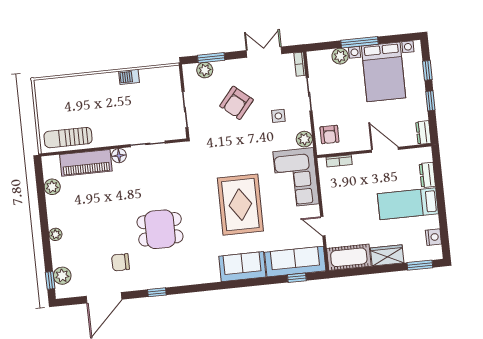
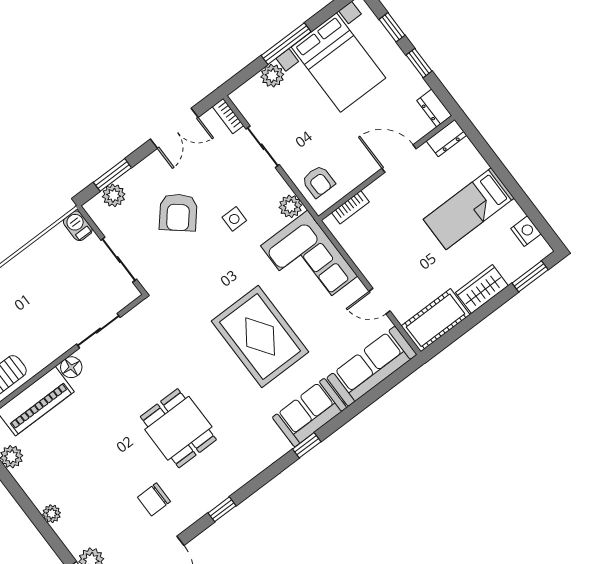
double door: (264, 52) -> (174, 128), swing flipped
barbecue: (129, 77) -> (78, 226), moved, turned 90
side table: (278, 116) -> (234, 219), moved
dresser: (427, 175) -> (446, 138), moved, turned -90
dining table: (160, 229) -> (178, 428), turned 90
window: (297, 278) -> (307, 445), moved

